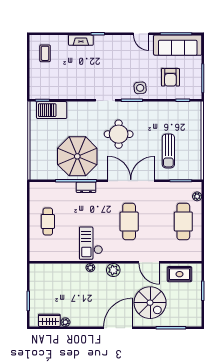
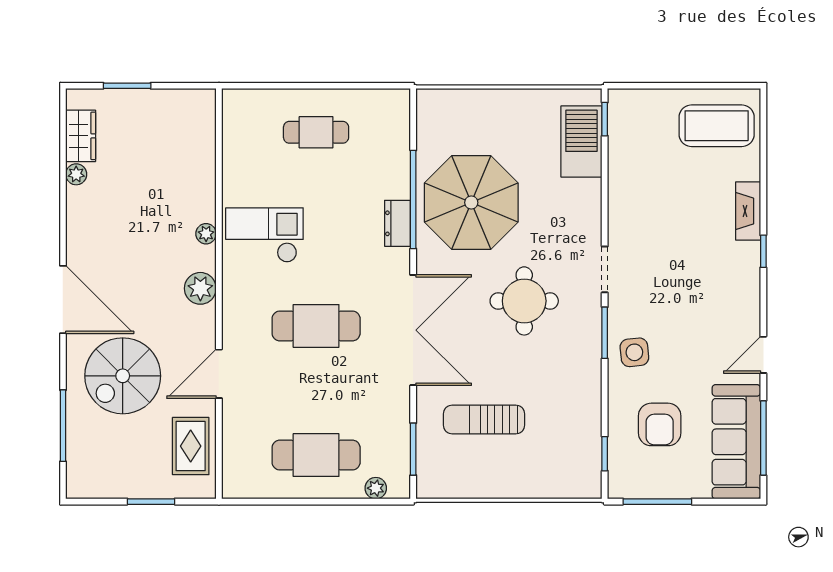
coffee table: (45, 53) -> (717, 126), width x1.86, depth x1.72
armchair: (170, 77) -> (660, 424), turned -90

